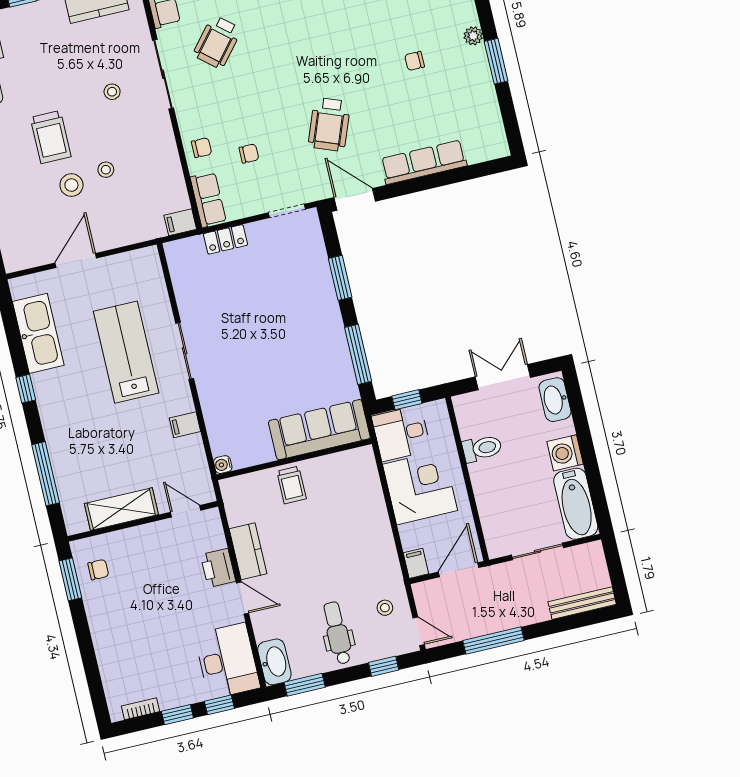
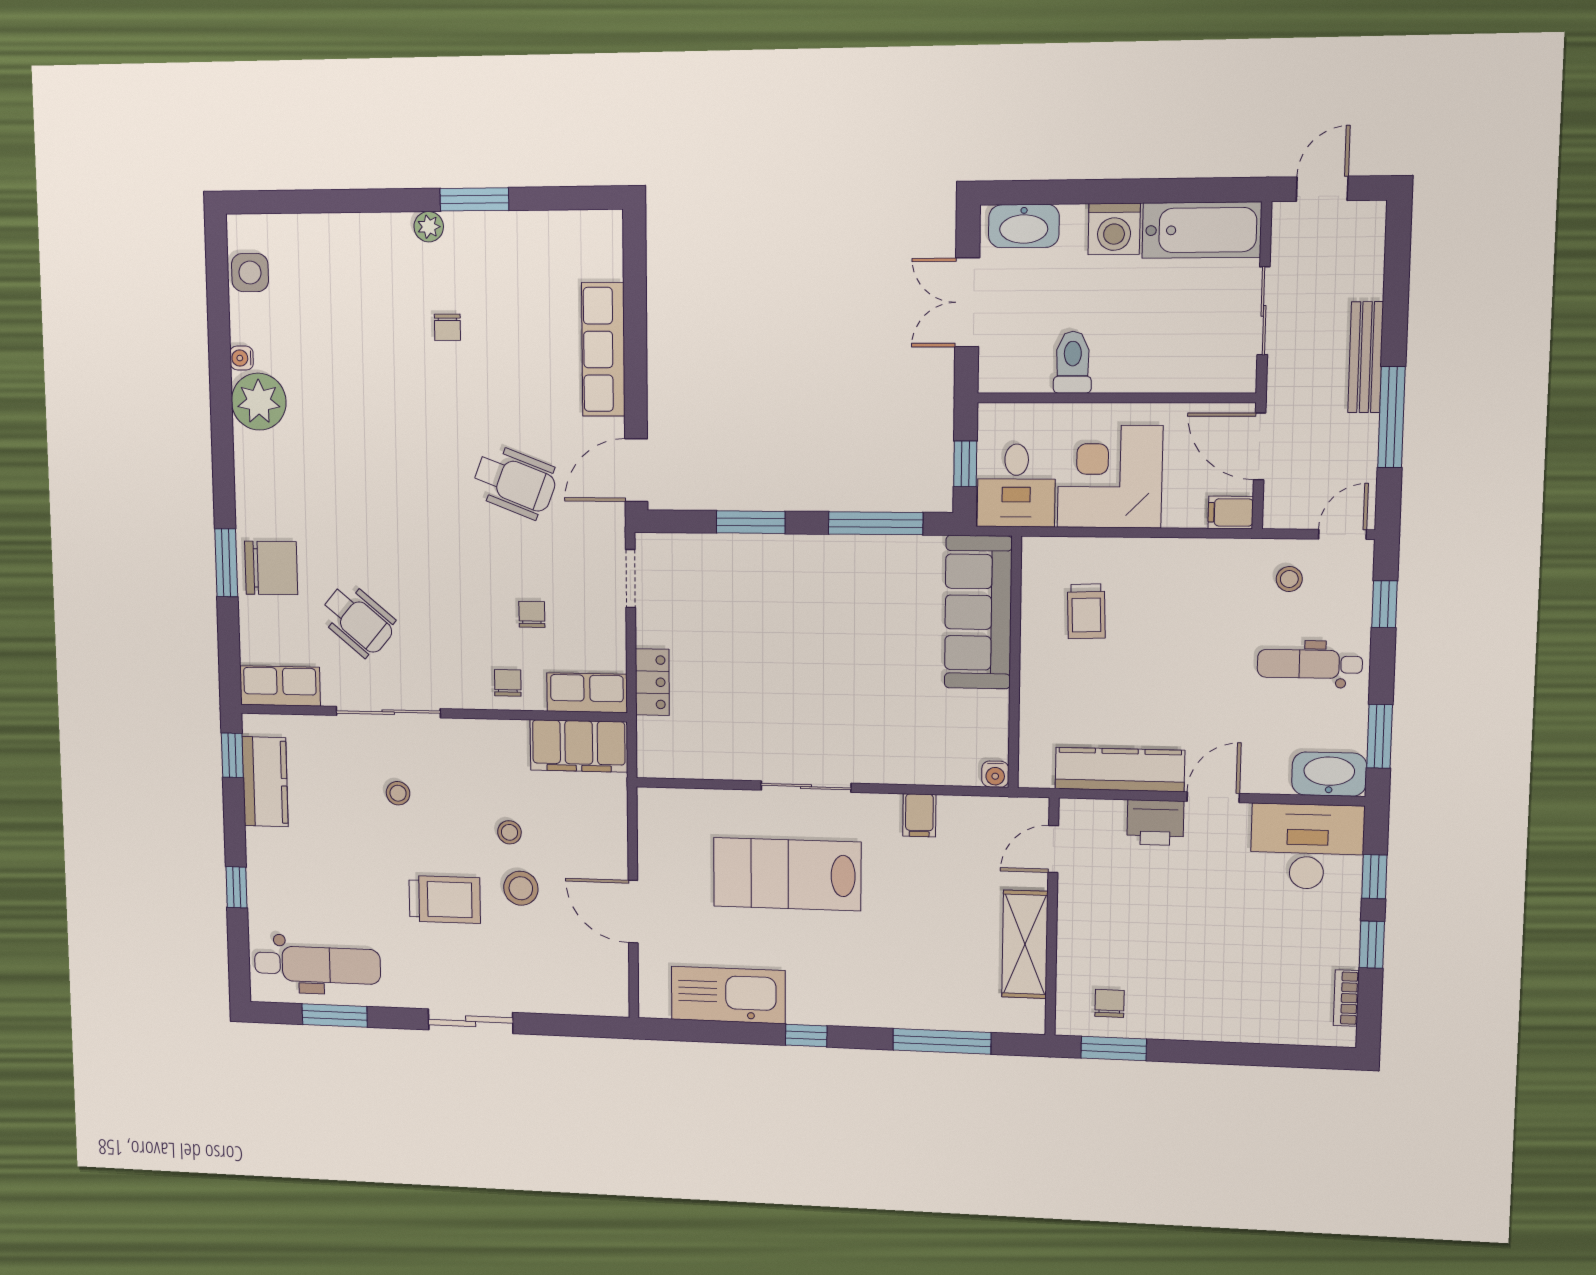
filing cabinet: (180, 222) -> (579, 746), width x3.00, depth x1.17
trolley: (291, 485) -> (1086, 611), moved, turned 88
kitchen counter: (248, 551) -> (1120, 770), width x1.50
door: (615, 566) -> (1322, 189), added
bench: (582, 603) -> (1366, 357), moved

